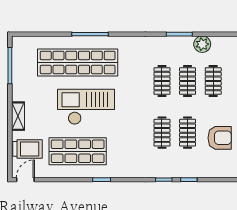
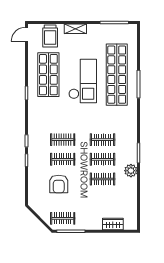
door: (25, 180) -> (27, 34), swing flipped

